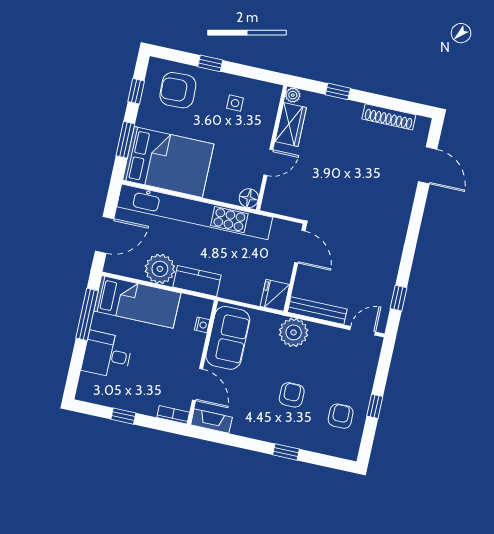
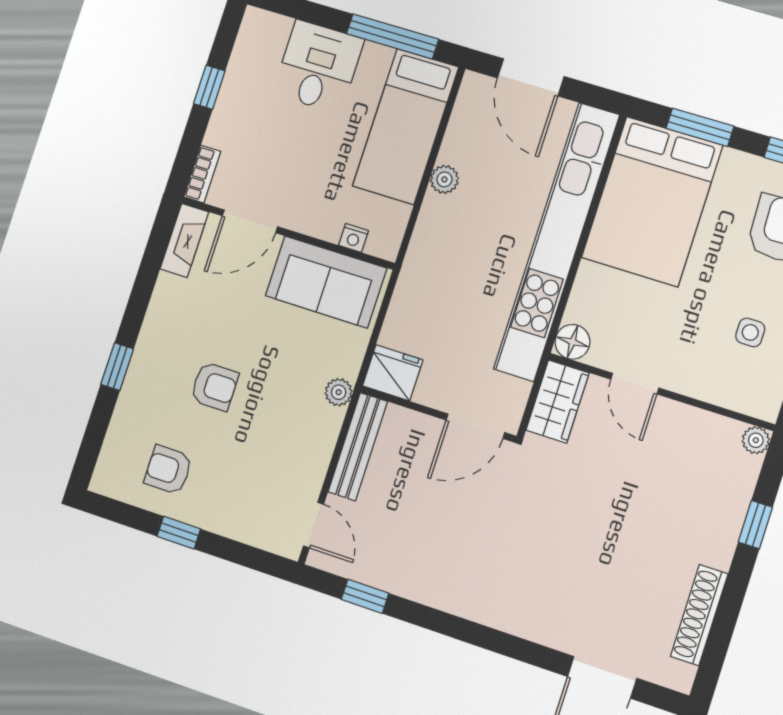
wardrobe: (291, 125) -> (558, 401), moved, turned -90
plant: (160, 269) -> (444, 179), width x0.53, depth x0.53
kitchen counter: (197, 281) -> (432, 235), removed
plant: (294, 332) -> (339, 392), width x0.53, depth x0.53
armchair: (341, 416) -> (168, 470), turned 180

